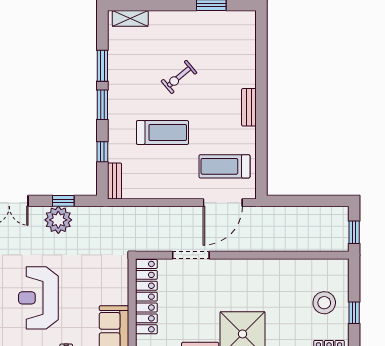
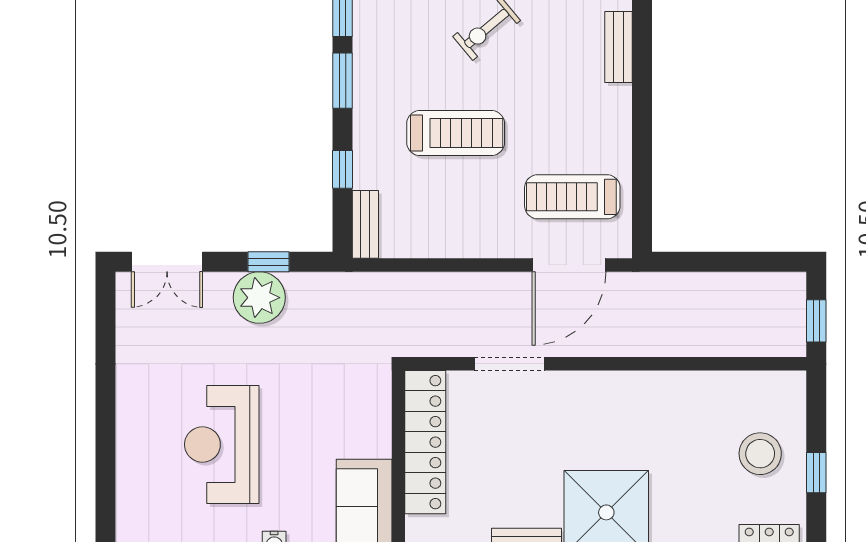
bench: (249, 107) -> (618, 47), moved

